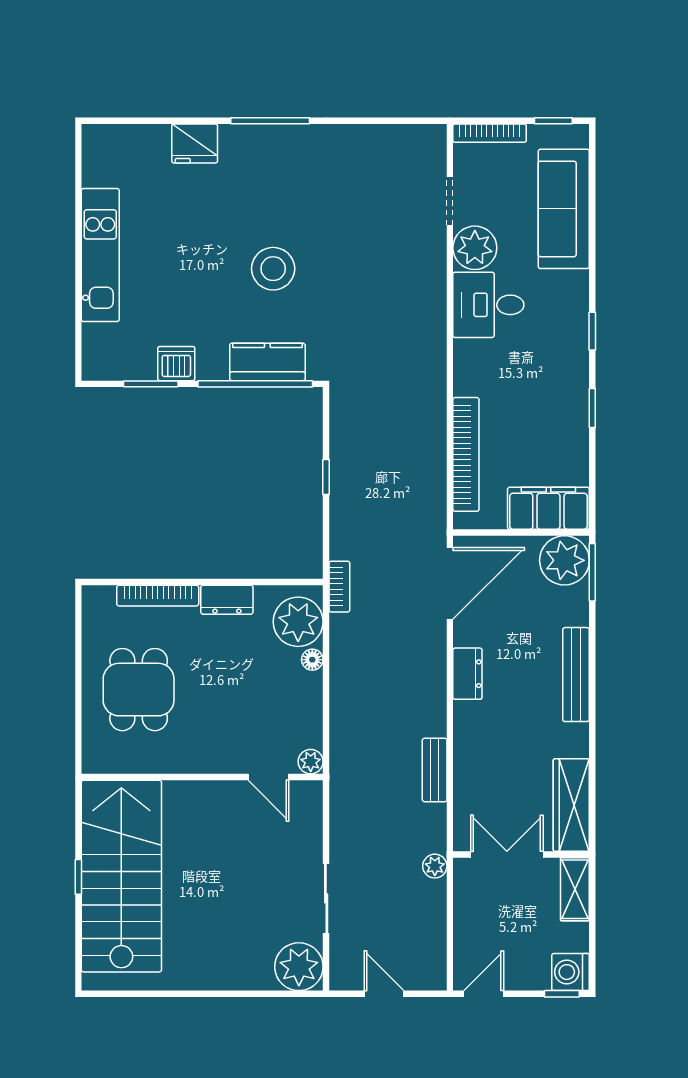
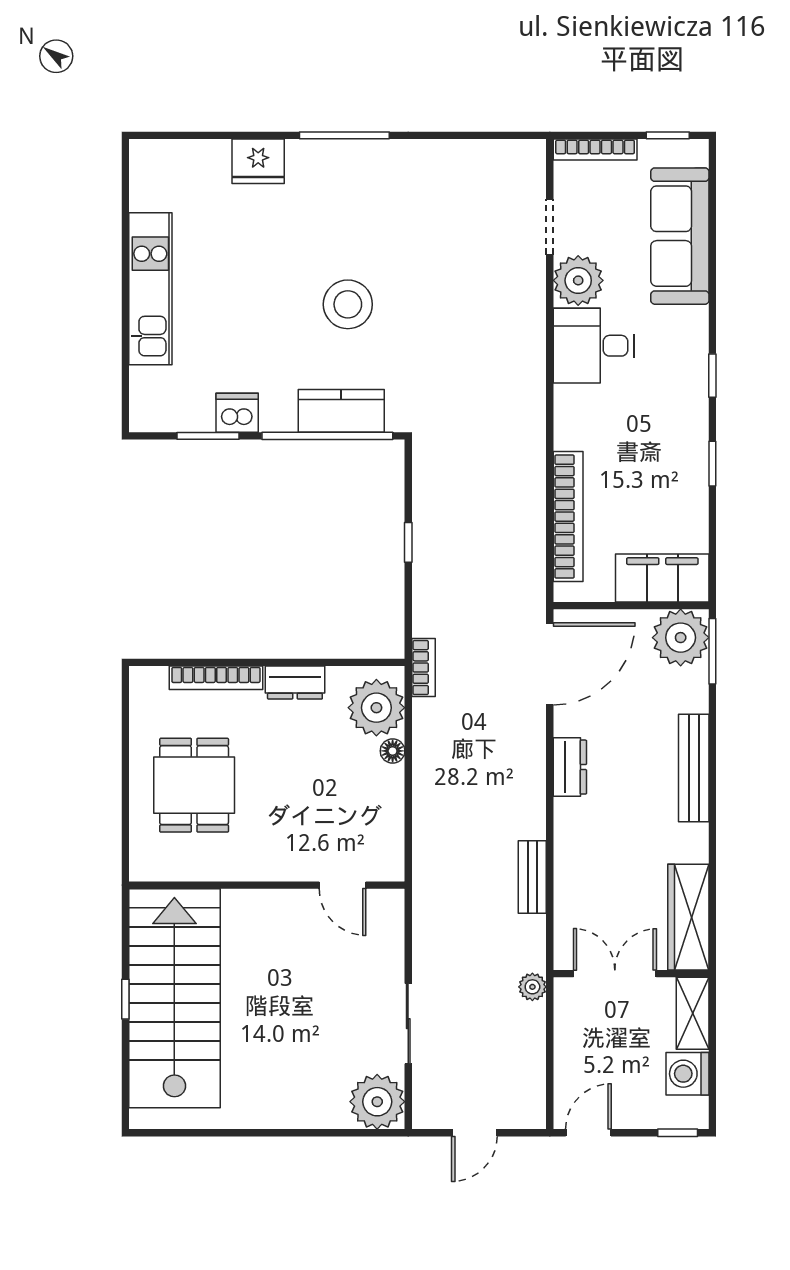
plant: (311, 762) -> (391, 867), removed
washing machine: (571, 972) -> (688, 1074), moved
door: (384, 994) -> (474, 1133), swing flipped

